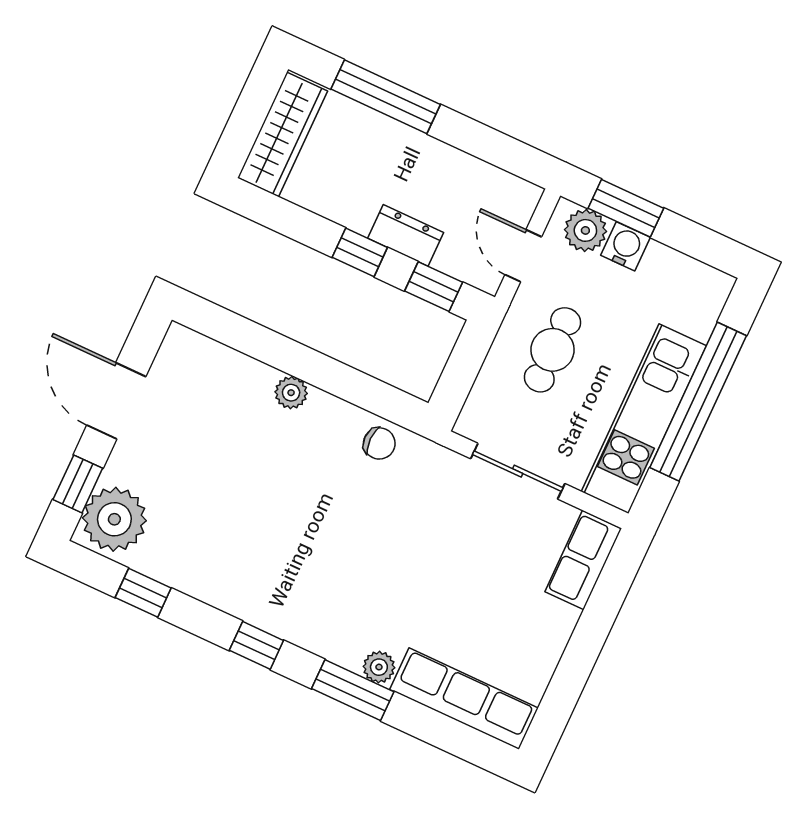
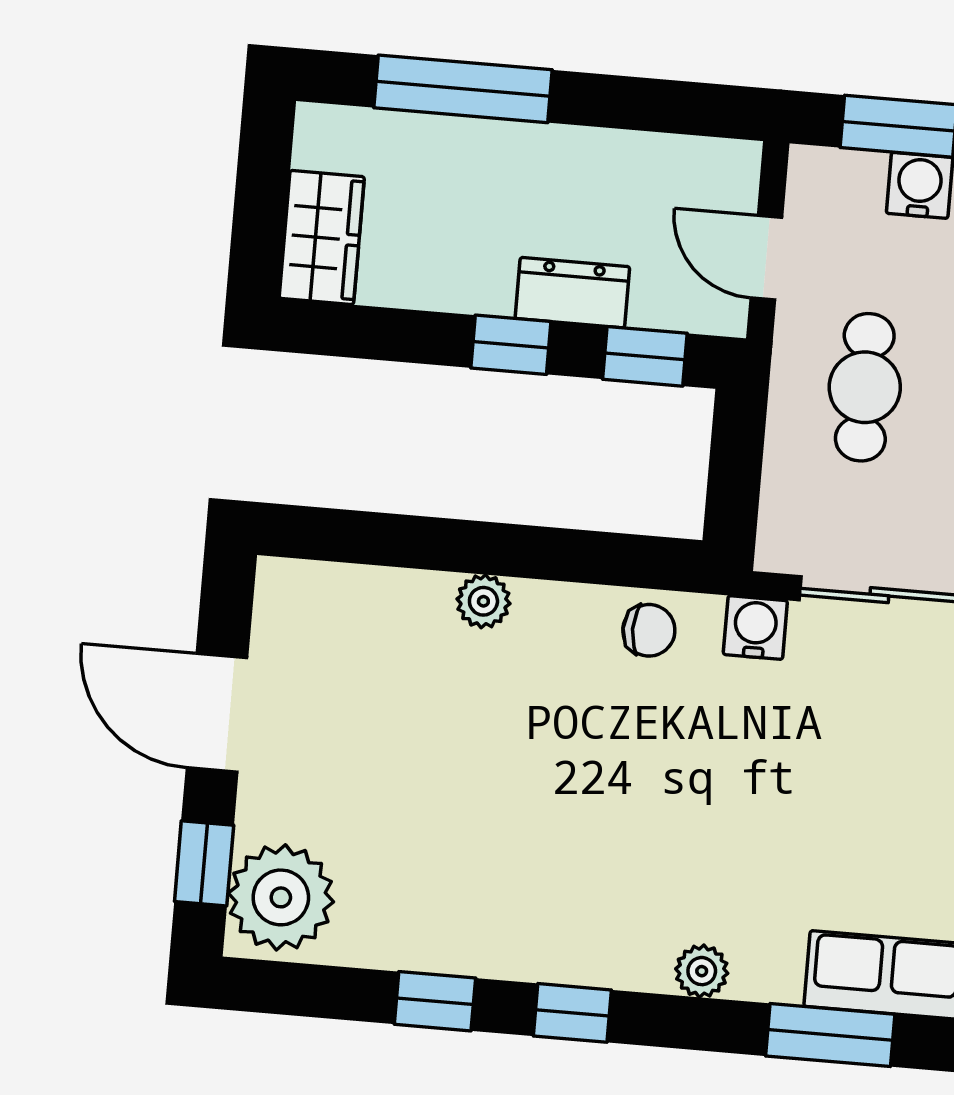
wardrobe: (283, 134) -> (322, 238), width x0.67
plant: (585, 230) -> (848, 183), removed
water cooler: (440, 464) -> (755, 628), added
window: (143, 593) -> (435, 1001), moved
plant: (379, 667) -> (702, 971), moved
window: (353, 690) -> (830, 1035), moved

